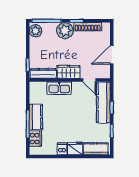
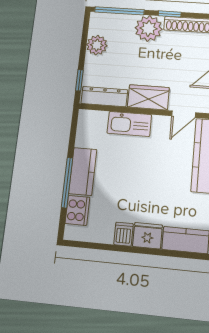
plant: (36, 31) -> (97, 45), moved
door: (89, 80) -> (184, 114), hinge flipped

